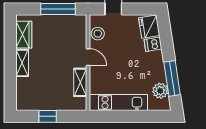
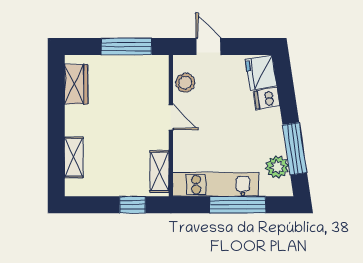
shelving: (22, 63) -> (74, 157), moved
shelving: (80, 82) -> (159, 172), moved
window: (48, 116) -> (133, 205), moved
window: (133, 116) -> (238, 205), added

